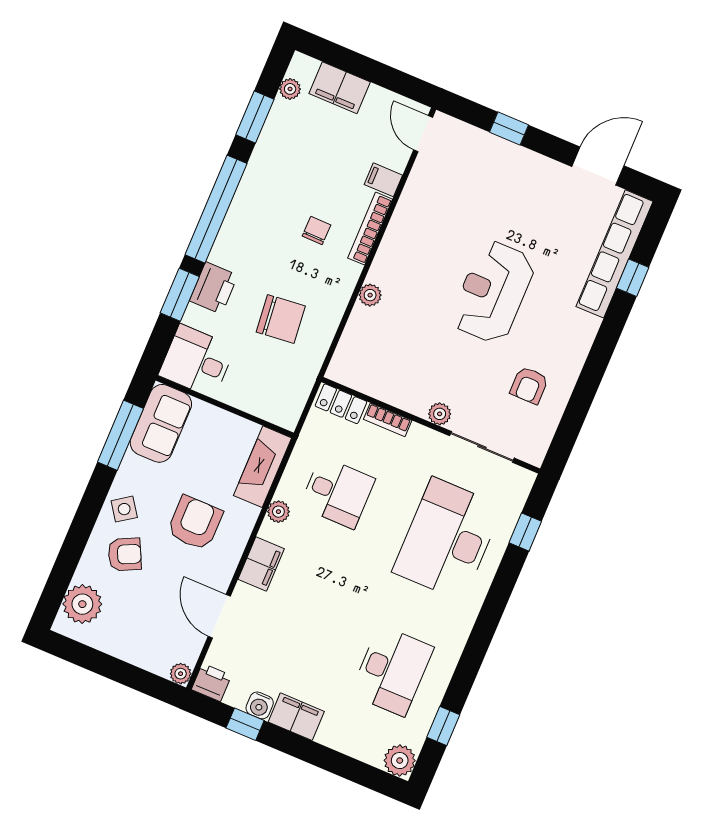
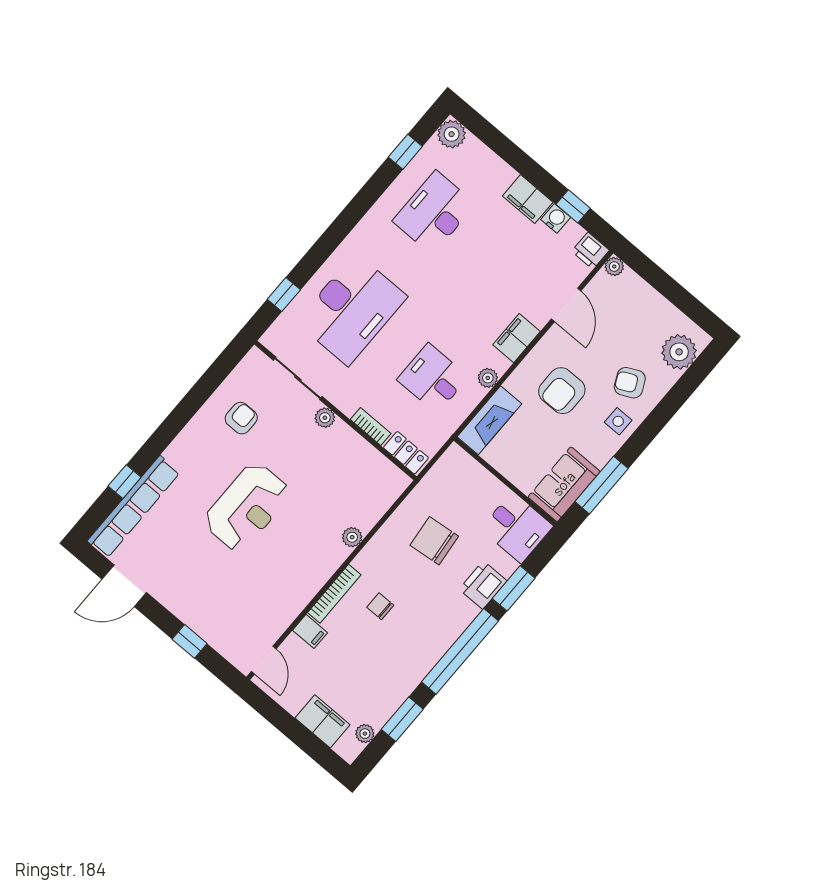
chair: (316, 231) -> (380, 606), turned 89
side table: (124, 509) -> (618, 421), turned 35

